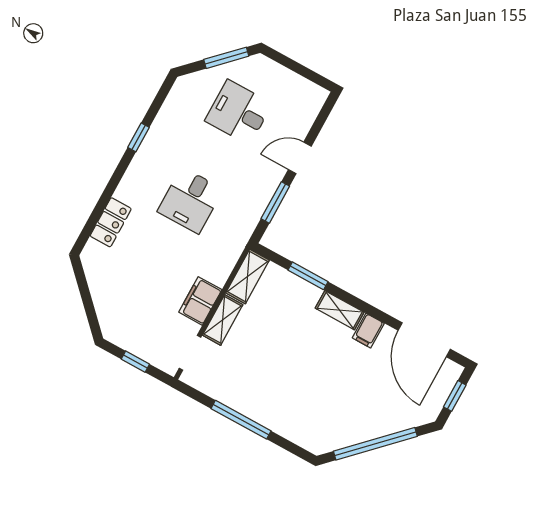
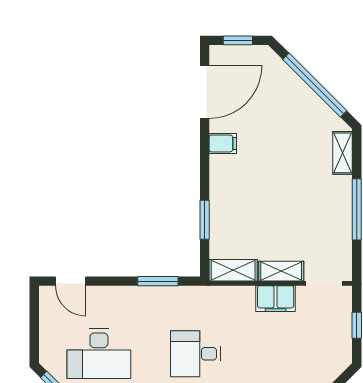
desk: (239, 112) -> (99, 354), width x1.37
door: (300, 158) -> (71, 281), moved
desk: (190, 200) -> (196, 354), turned 180
shelving: (340, 310) -> (343, 153), moved

